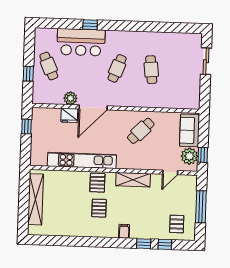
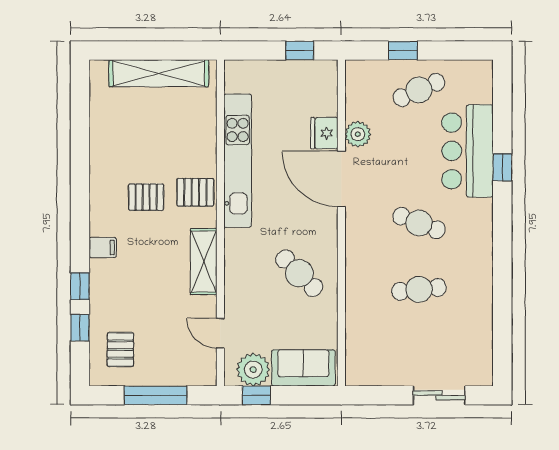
pallet: (177, 224) -> (120, 349), turned 90

